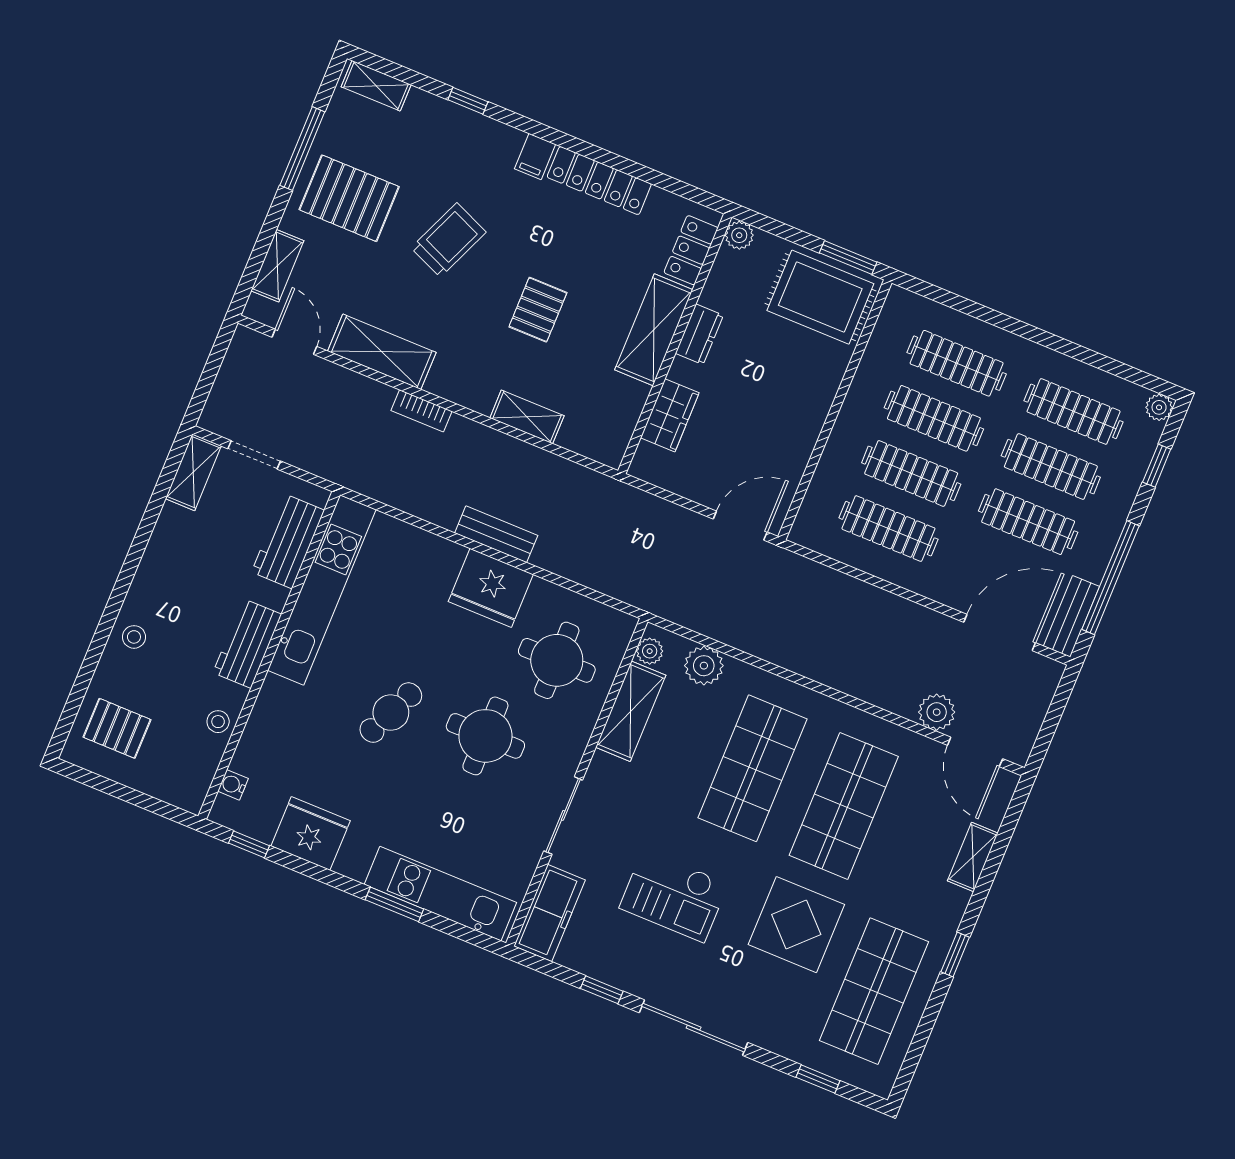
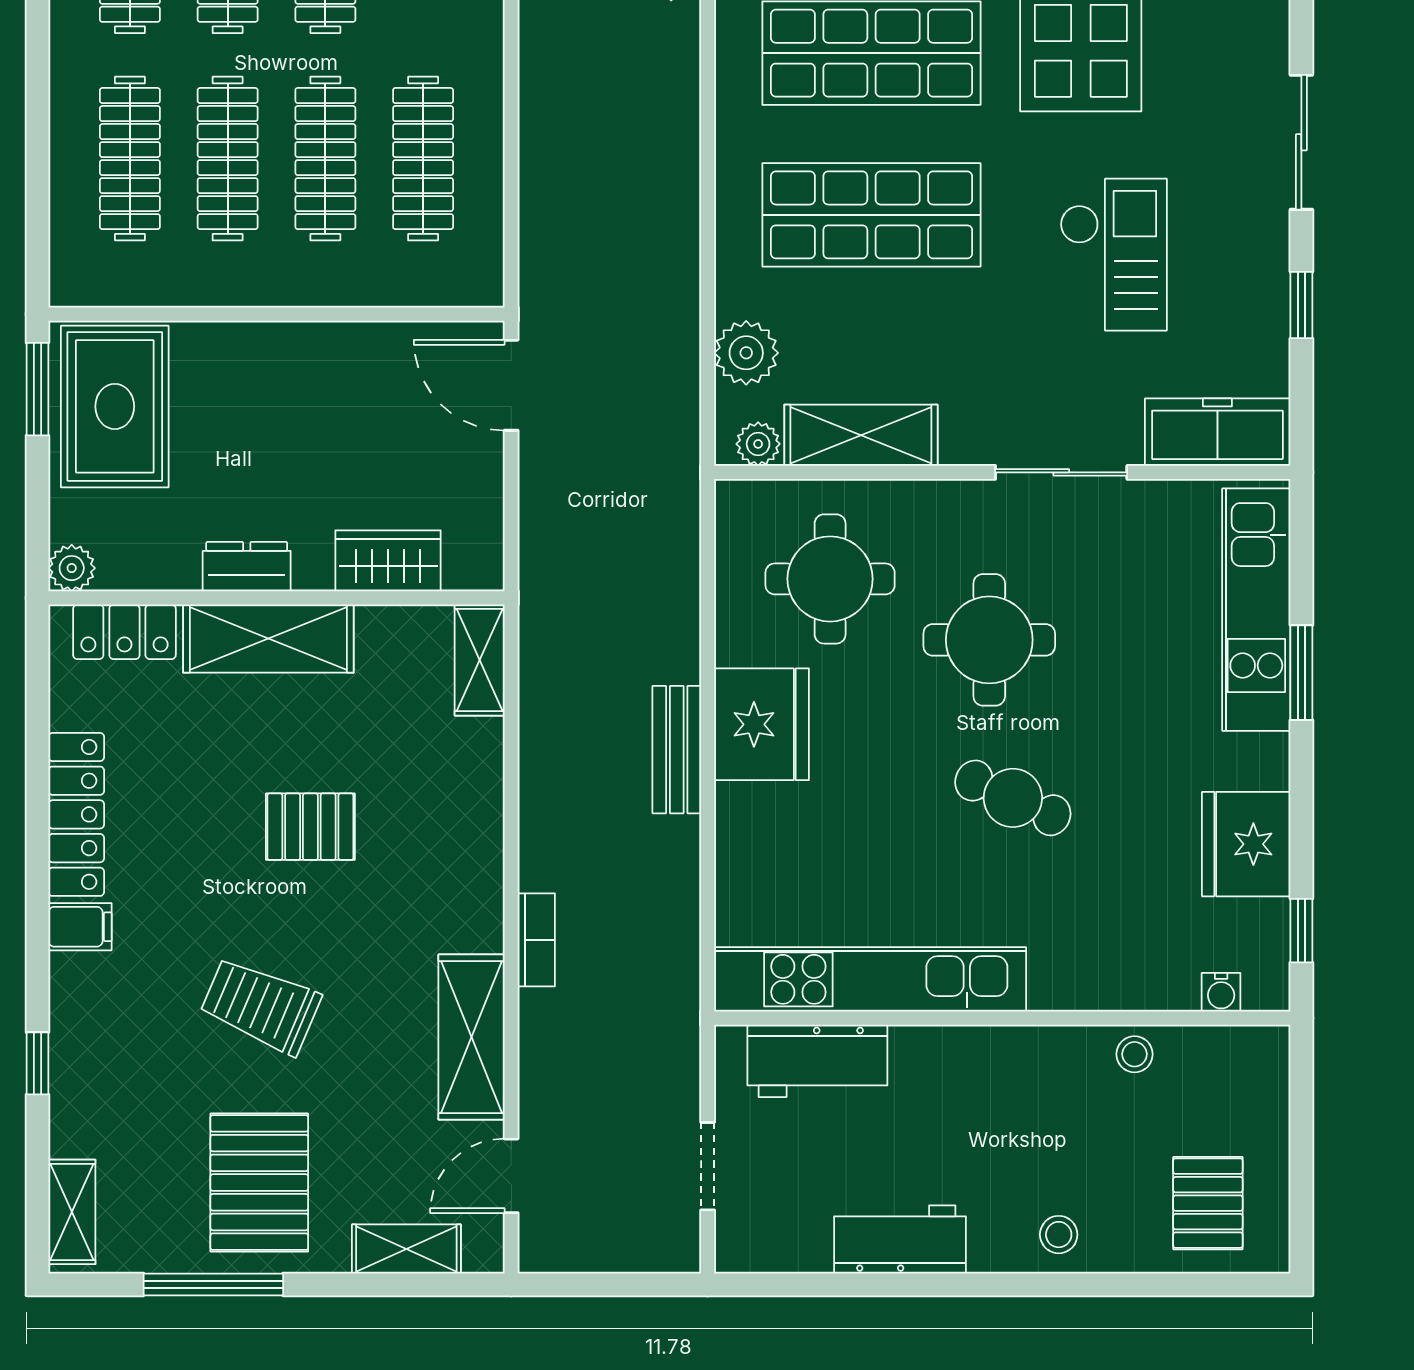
shelving: (527, 417) -> (480, 660), moved
shelving: (193, 472) -> (772, 1248), removed
workbench: (247, 643) -> (900, 1239), moved, turned 180
sliding door: (694, 1028) -> (1301, 142), width x0.73

